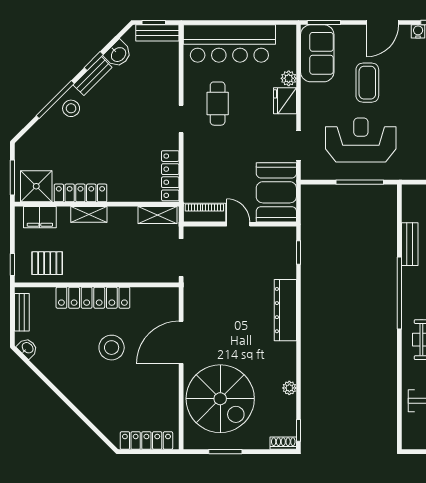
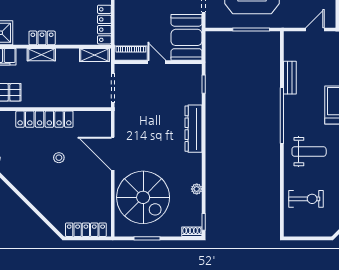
locker: (80, 193) -> (42, 38), width x0.66
door: (181, 342) -> (113, 154), hinge flipped
stool: (112, 348) -> (59, 158), width x0.53, depth x0.53

